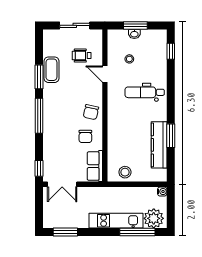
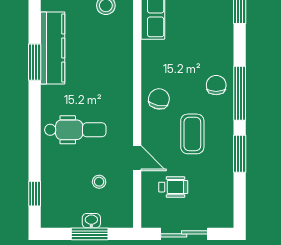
coffee table: (51, 70) -> (192, 134), moved
chair: (85, 136) -> (216, 85), moved

